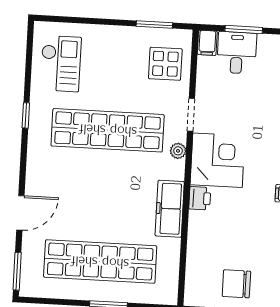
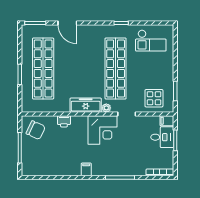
printer: (200, 198) -> (64, 121), moved
freezer: (170, 209) -> (86, 105), moved
chair: (236, 284) -> (36, 130), moved, turned 115

